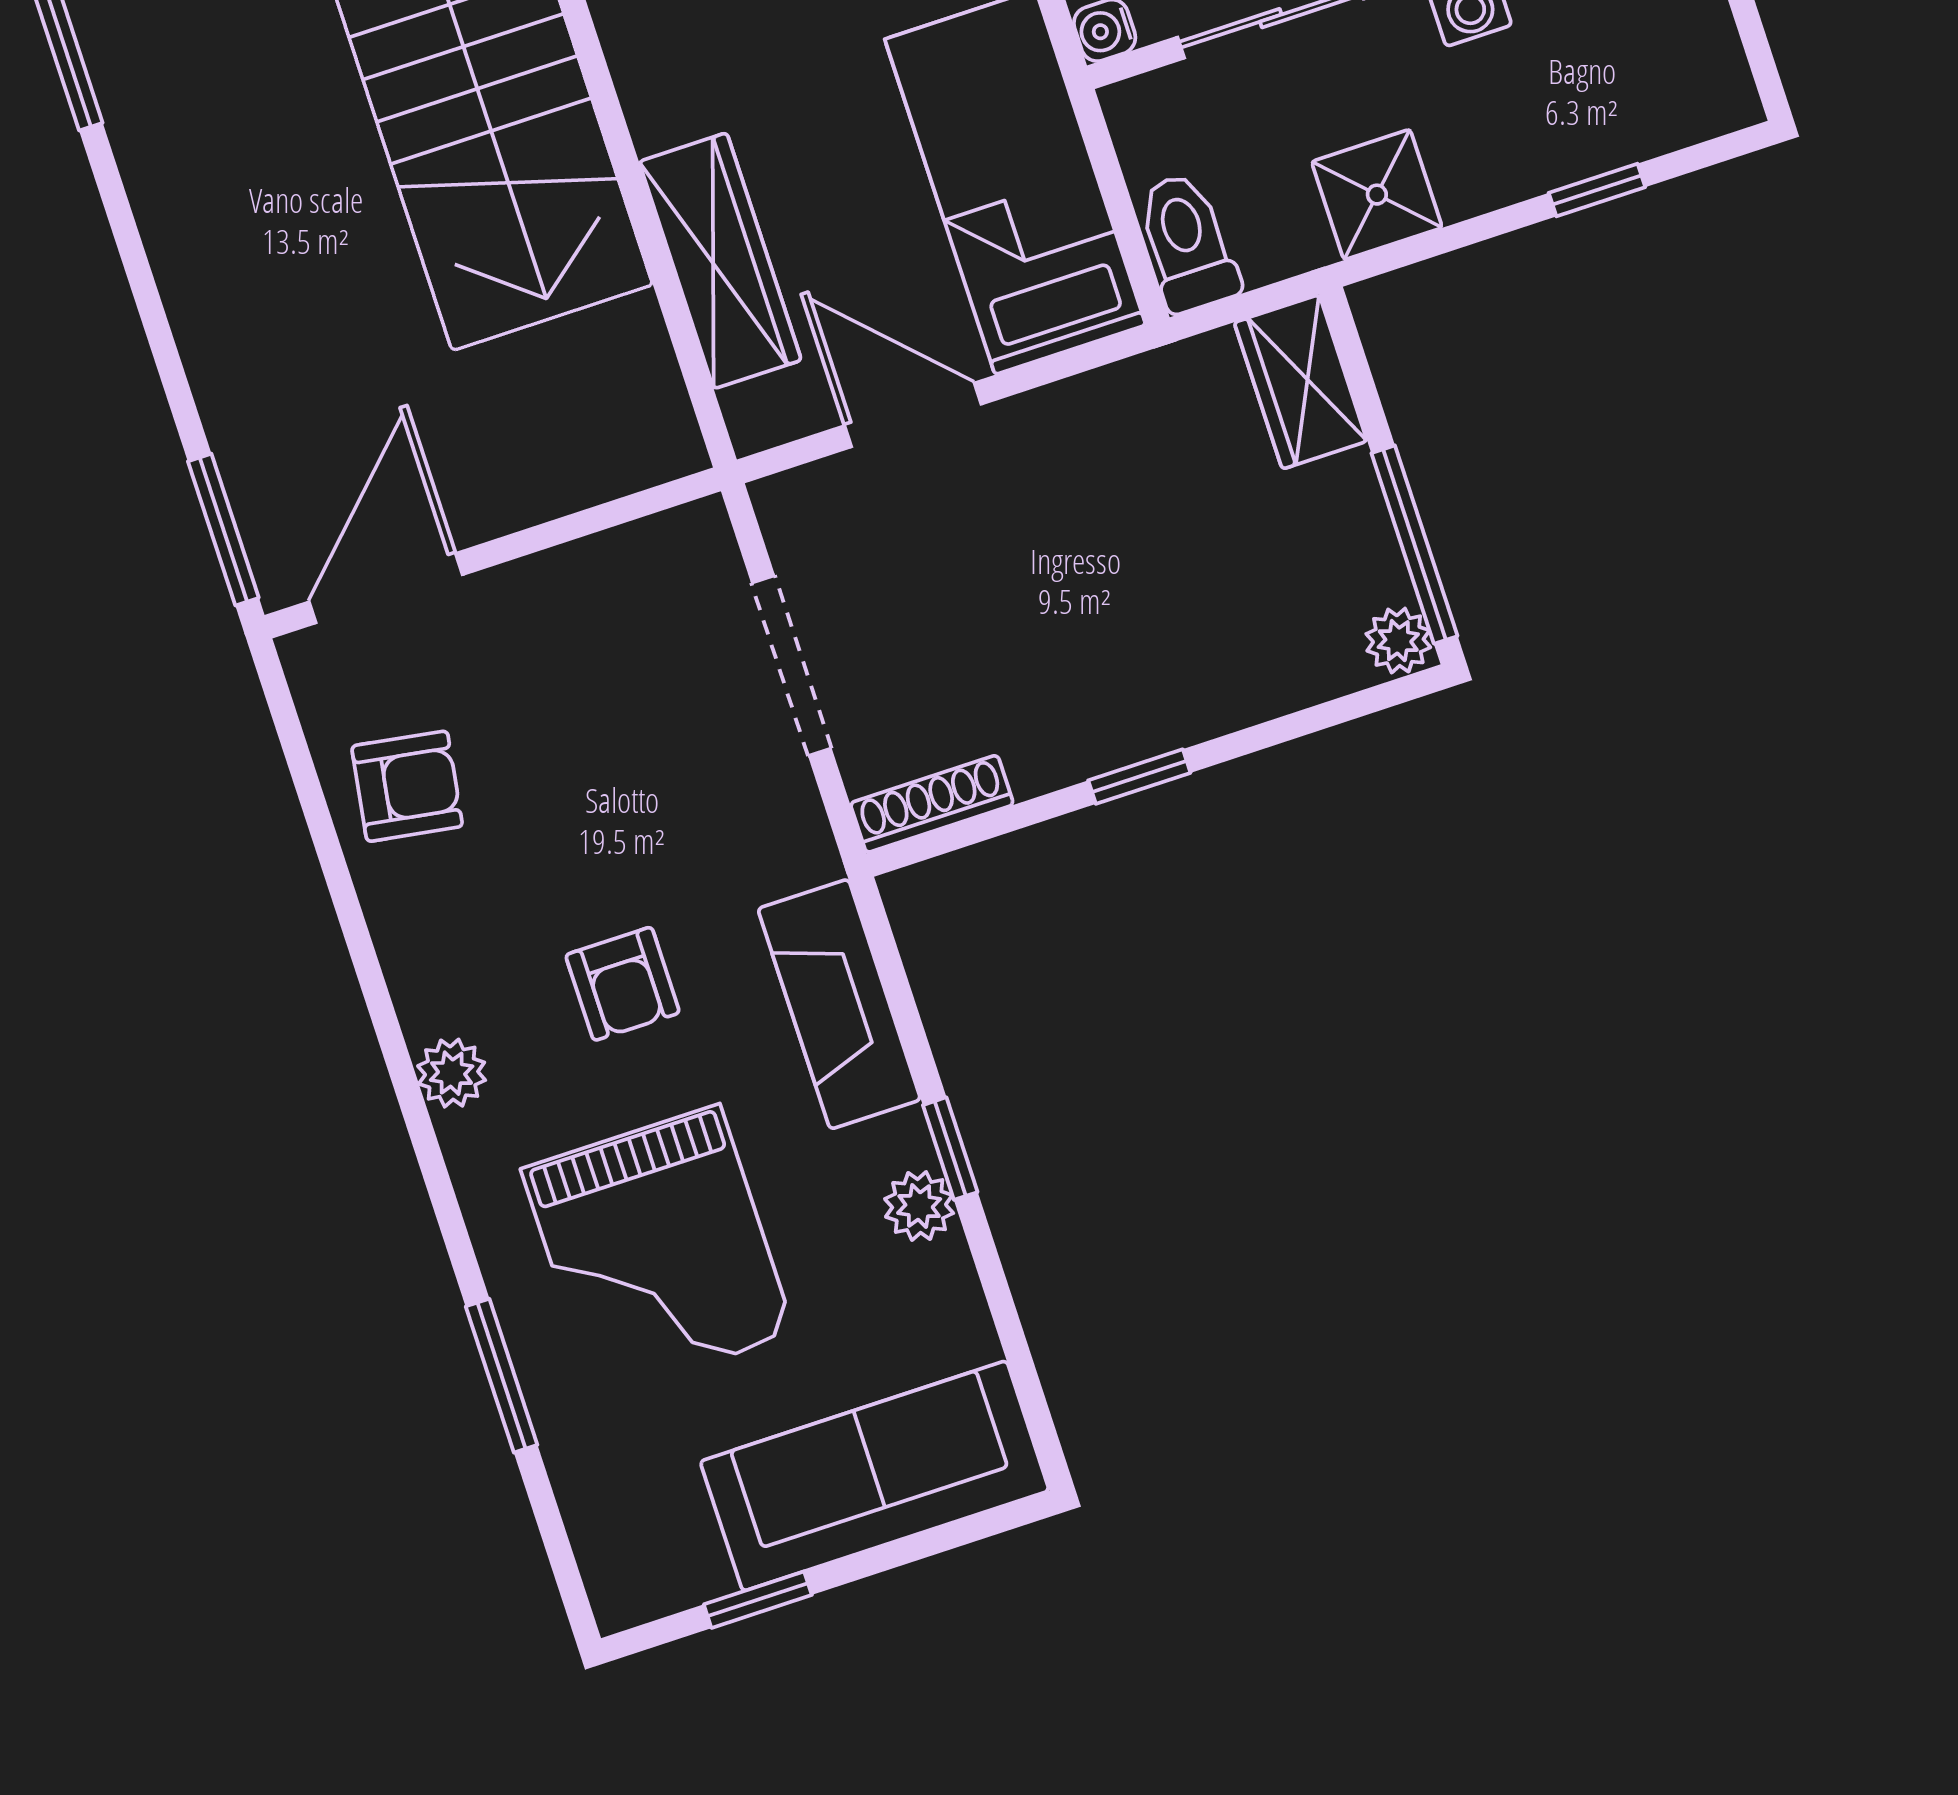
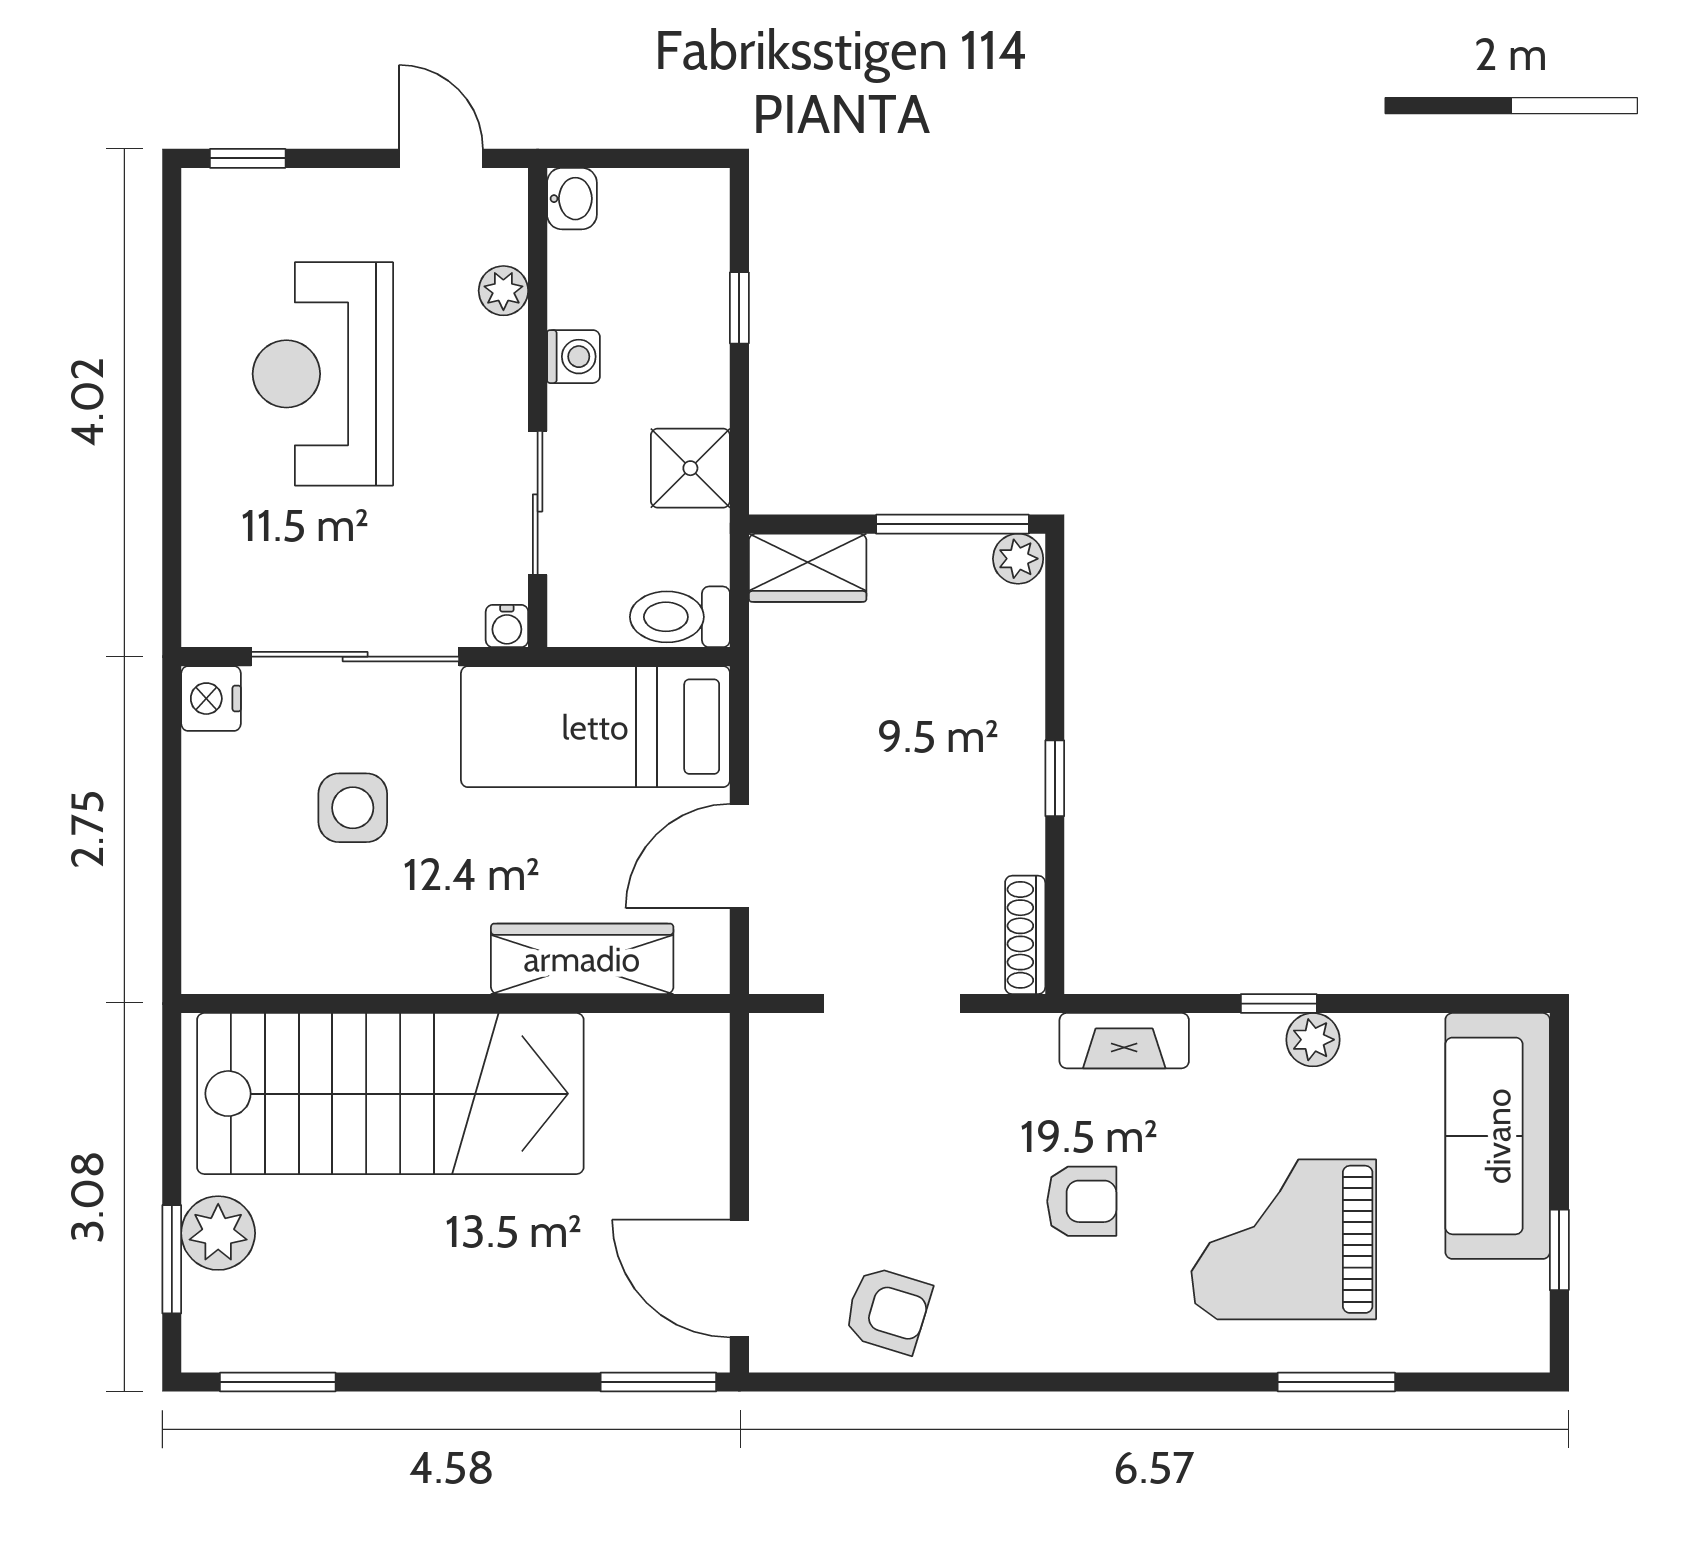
armchair: (407, 786) -> (888, 1310), turned 98
fireplace: (839, 1004) -> (1124, 1041), width x0.73, depth x0.76
plant: (452, 1073) -> (1106, 1346), removed
grand piano: (658, 1251) -> (1284, 1239), turned 180

